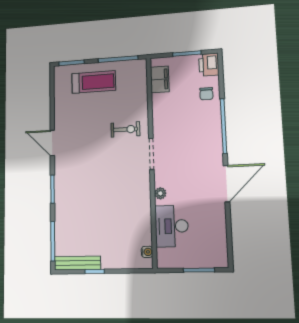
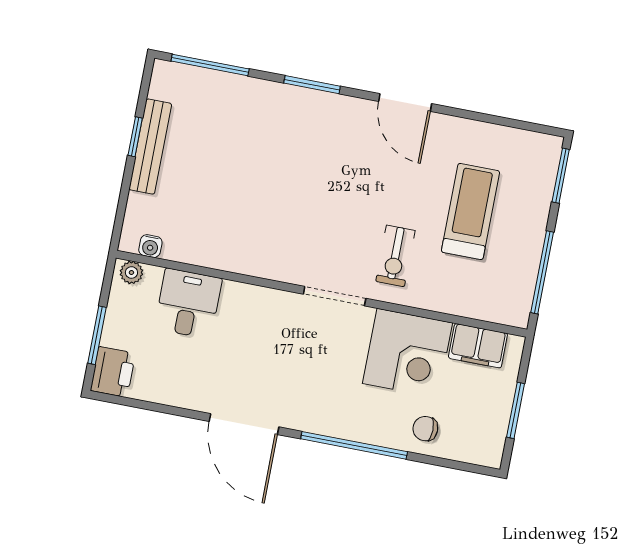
printer: (209, 65) -> (113, 372), moved, turned 90
treadmill: (94, 82) -> (470, 211), moved, turned 180
corner desk: (171, 112) -> (408, 353), added
door: (52, 143) -> (405, 103), swing flipped
plant: (160, 193) -> (131, 272), moved
desk: (172, 226) -> (188, 304), width x0.73
bench: (77, 263) -> (150, 147), moved

